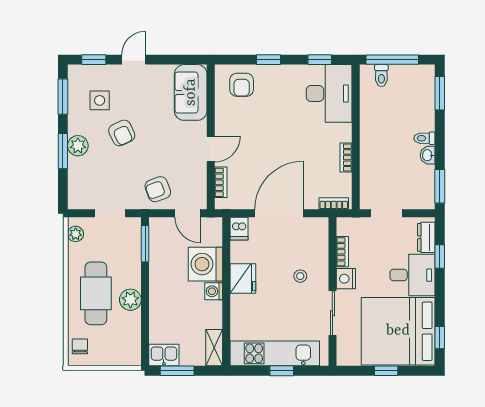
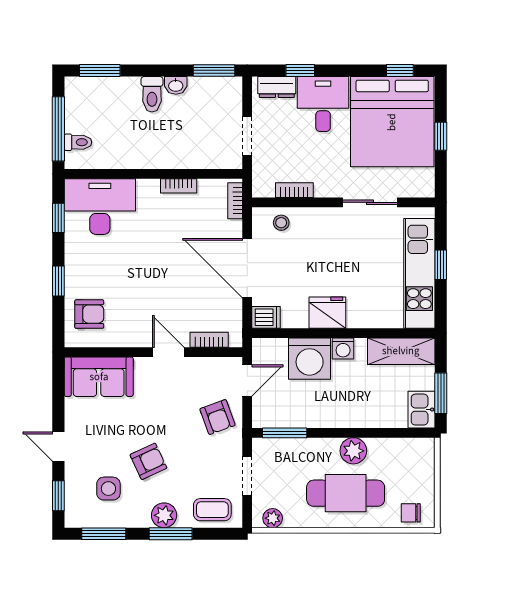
toilet: (424, 138) -> (152, 94), width x1.37, depth x1.39
coffee table: (82, 185) -> (212, 510), added
stool: (300, 276) -> (281, 223), moved
nightstand: (346, 279) -> (328, 186), removed
shelving: (214, 348) -> (401, 351), width x1.50, depth x1.33

